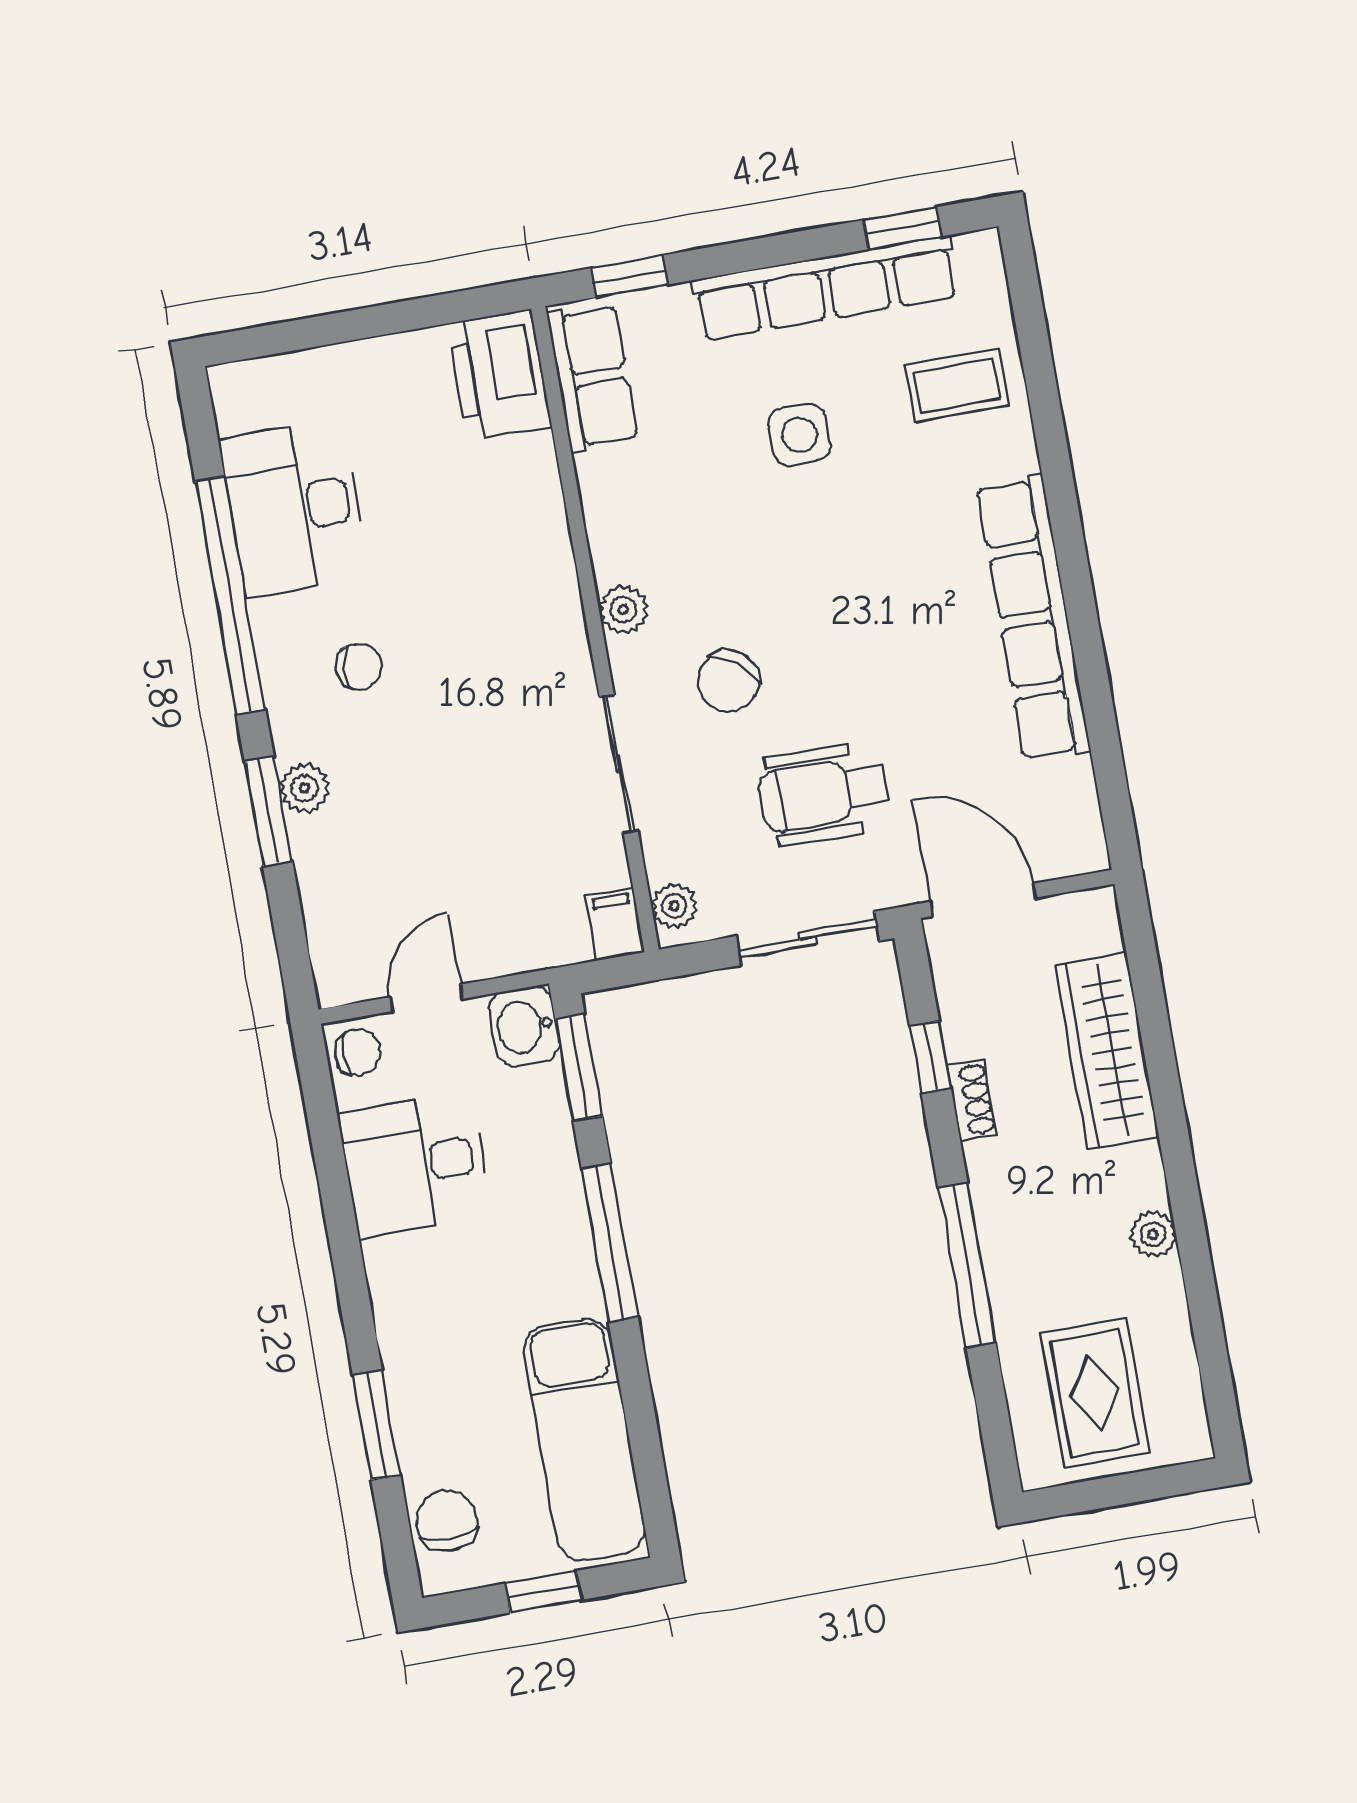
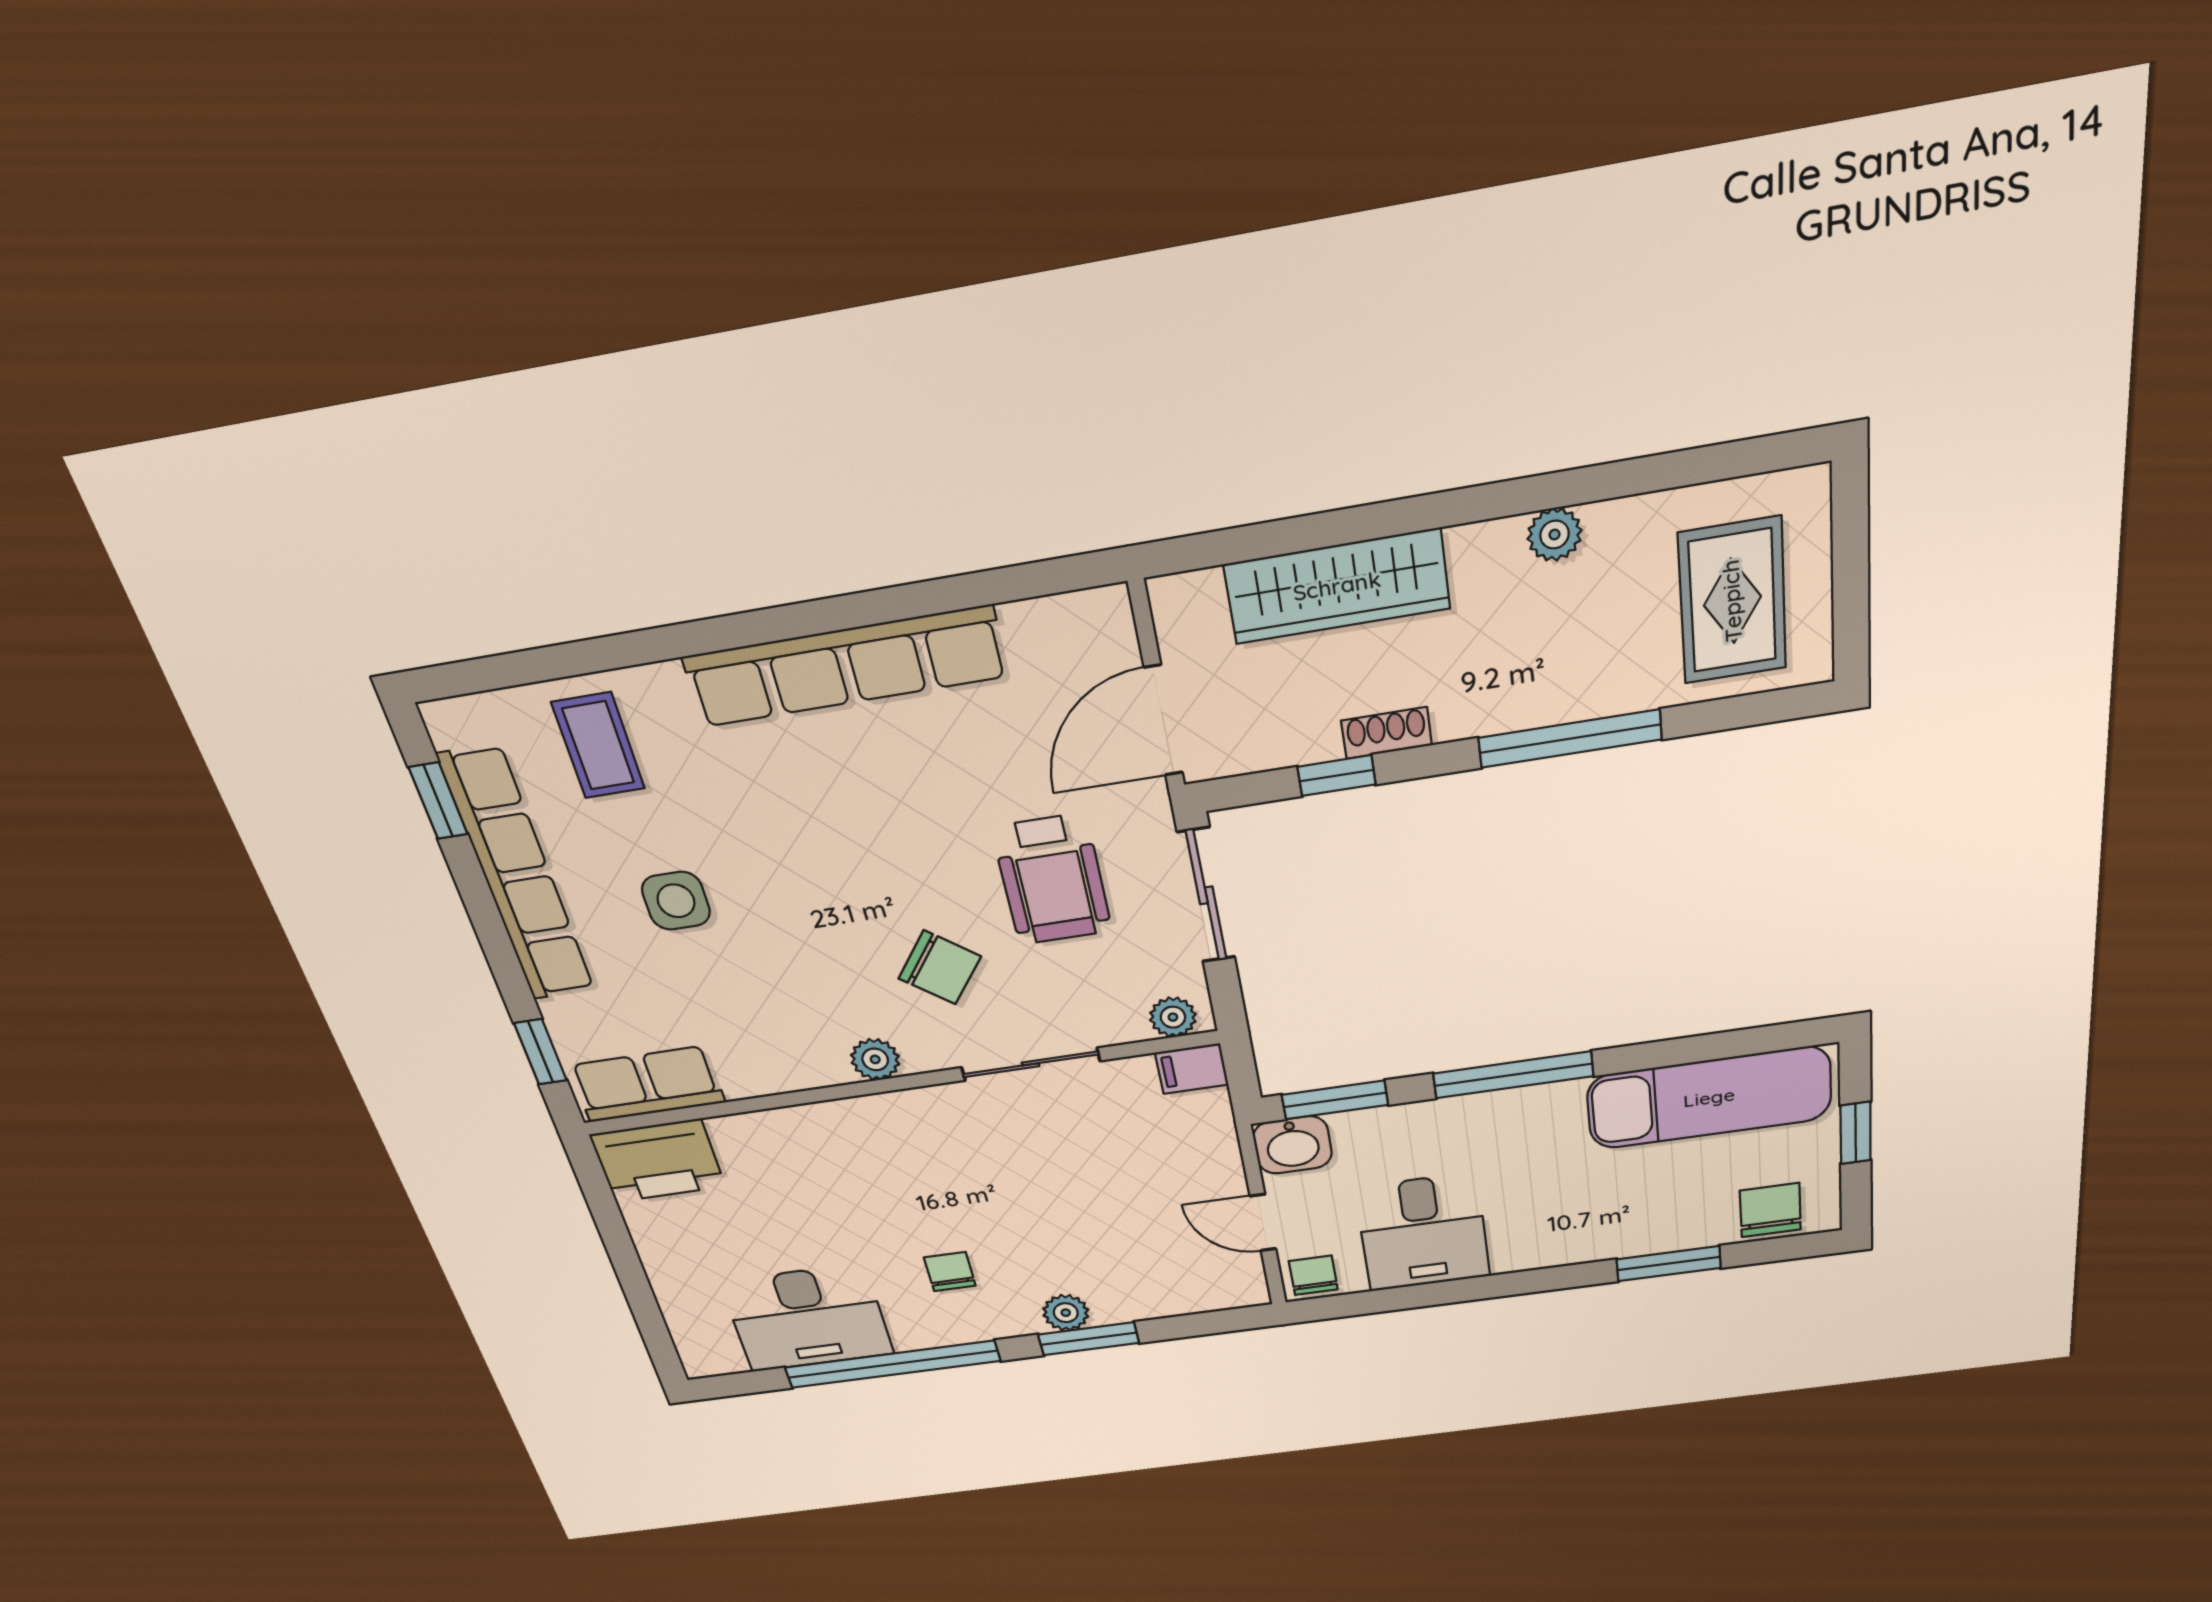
rug: (1095, 1393) -> (1732, 601), turned 90
chair: (447, 1521) -> (1770, 1210), turned 90

